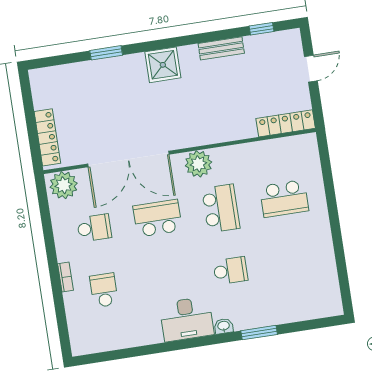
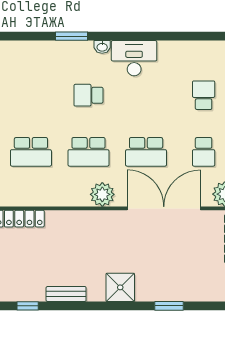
school desk: (284, 199) -> (31, 152), turned 180
school desk: (221, 208) -> (88, 152), turned -90
school desk: (94, 228) -> (204, 152), turned -90
school desk: (104, 290) -> (204, 95), turned 180

